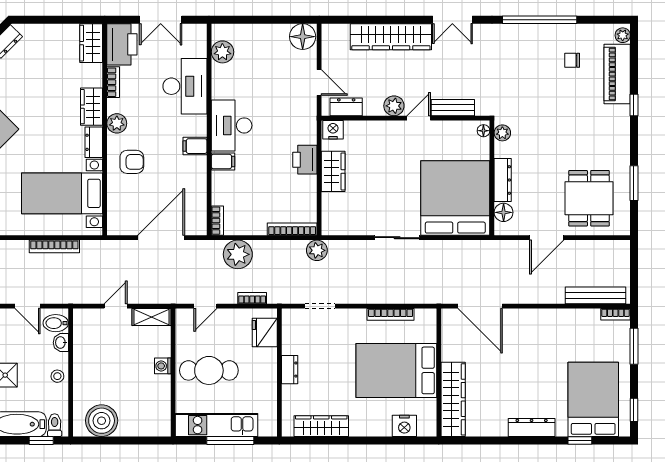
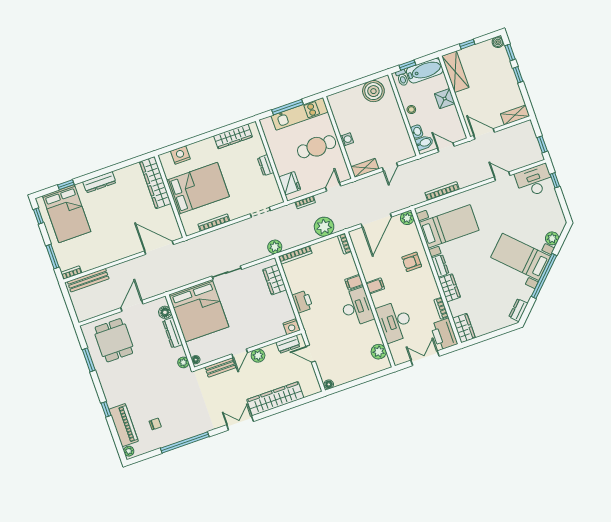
floor lamp: (303, 37) -> (329, 384), width x0.53, depth x0.53
plant: (117, 123) -> (407, 218), moved
wardrobe: (333, 171) -> (275, 280), moved

